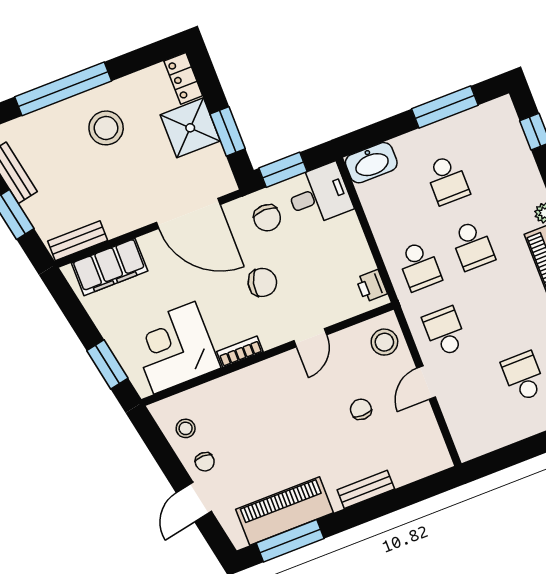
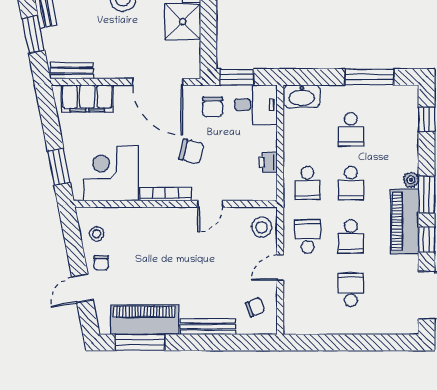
window: (228, 131) -> (208, 35), removed
printer: (372, 286) -> (268, 162), moved
school desk: (498, 311) -> (351, 236), added
bookcase: (240, 352) -> (166, 194), width x1.56
chair: (361, 409) -> (255, 307), moved, turned 68
bench: (366, 489) -> (208, 327), width x1.36

